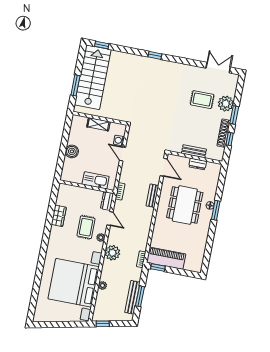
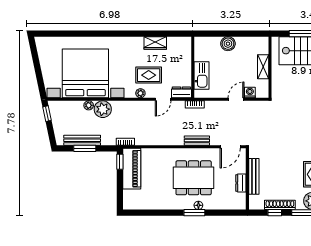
bench: (194, 151) -> (254, 176), width x1.36
plant: (112, 253) -> (103, 109), moved

